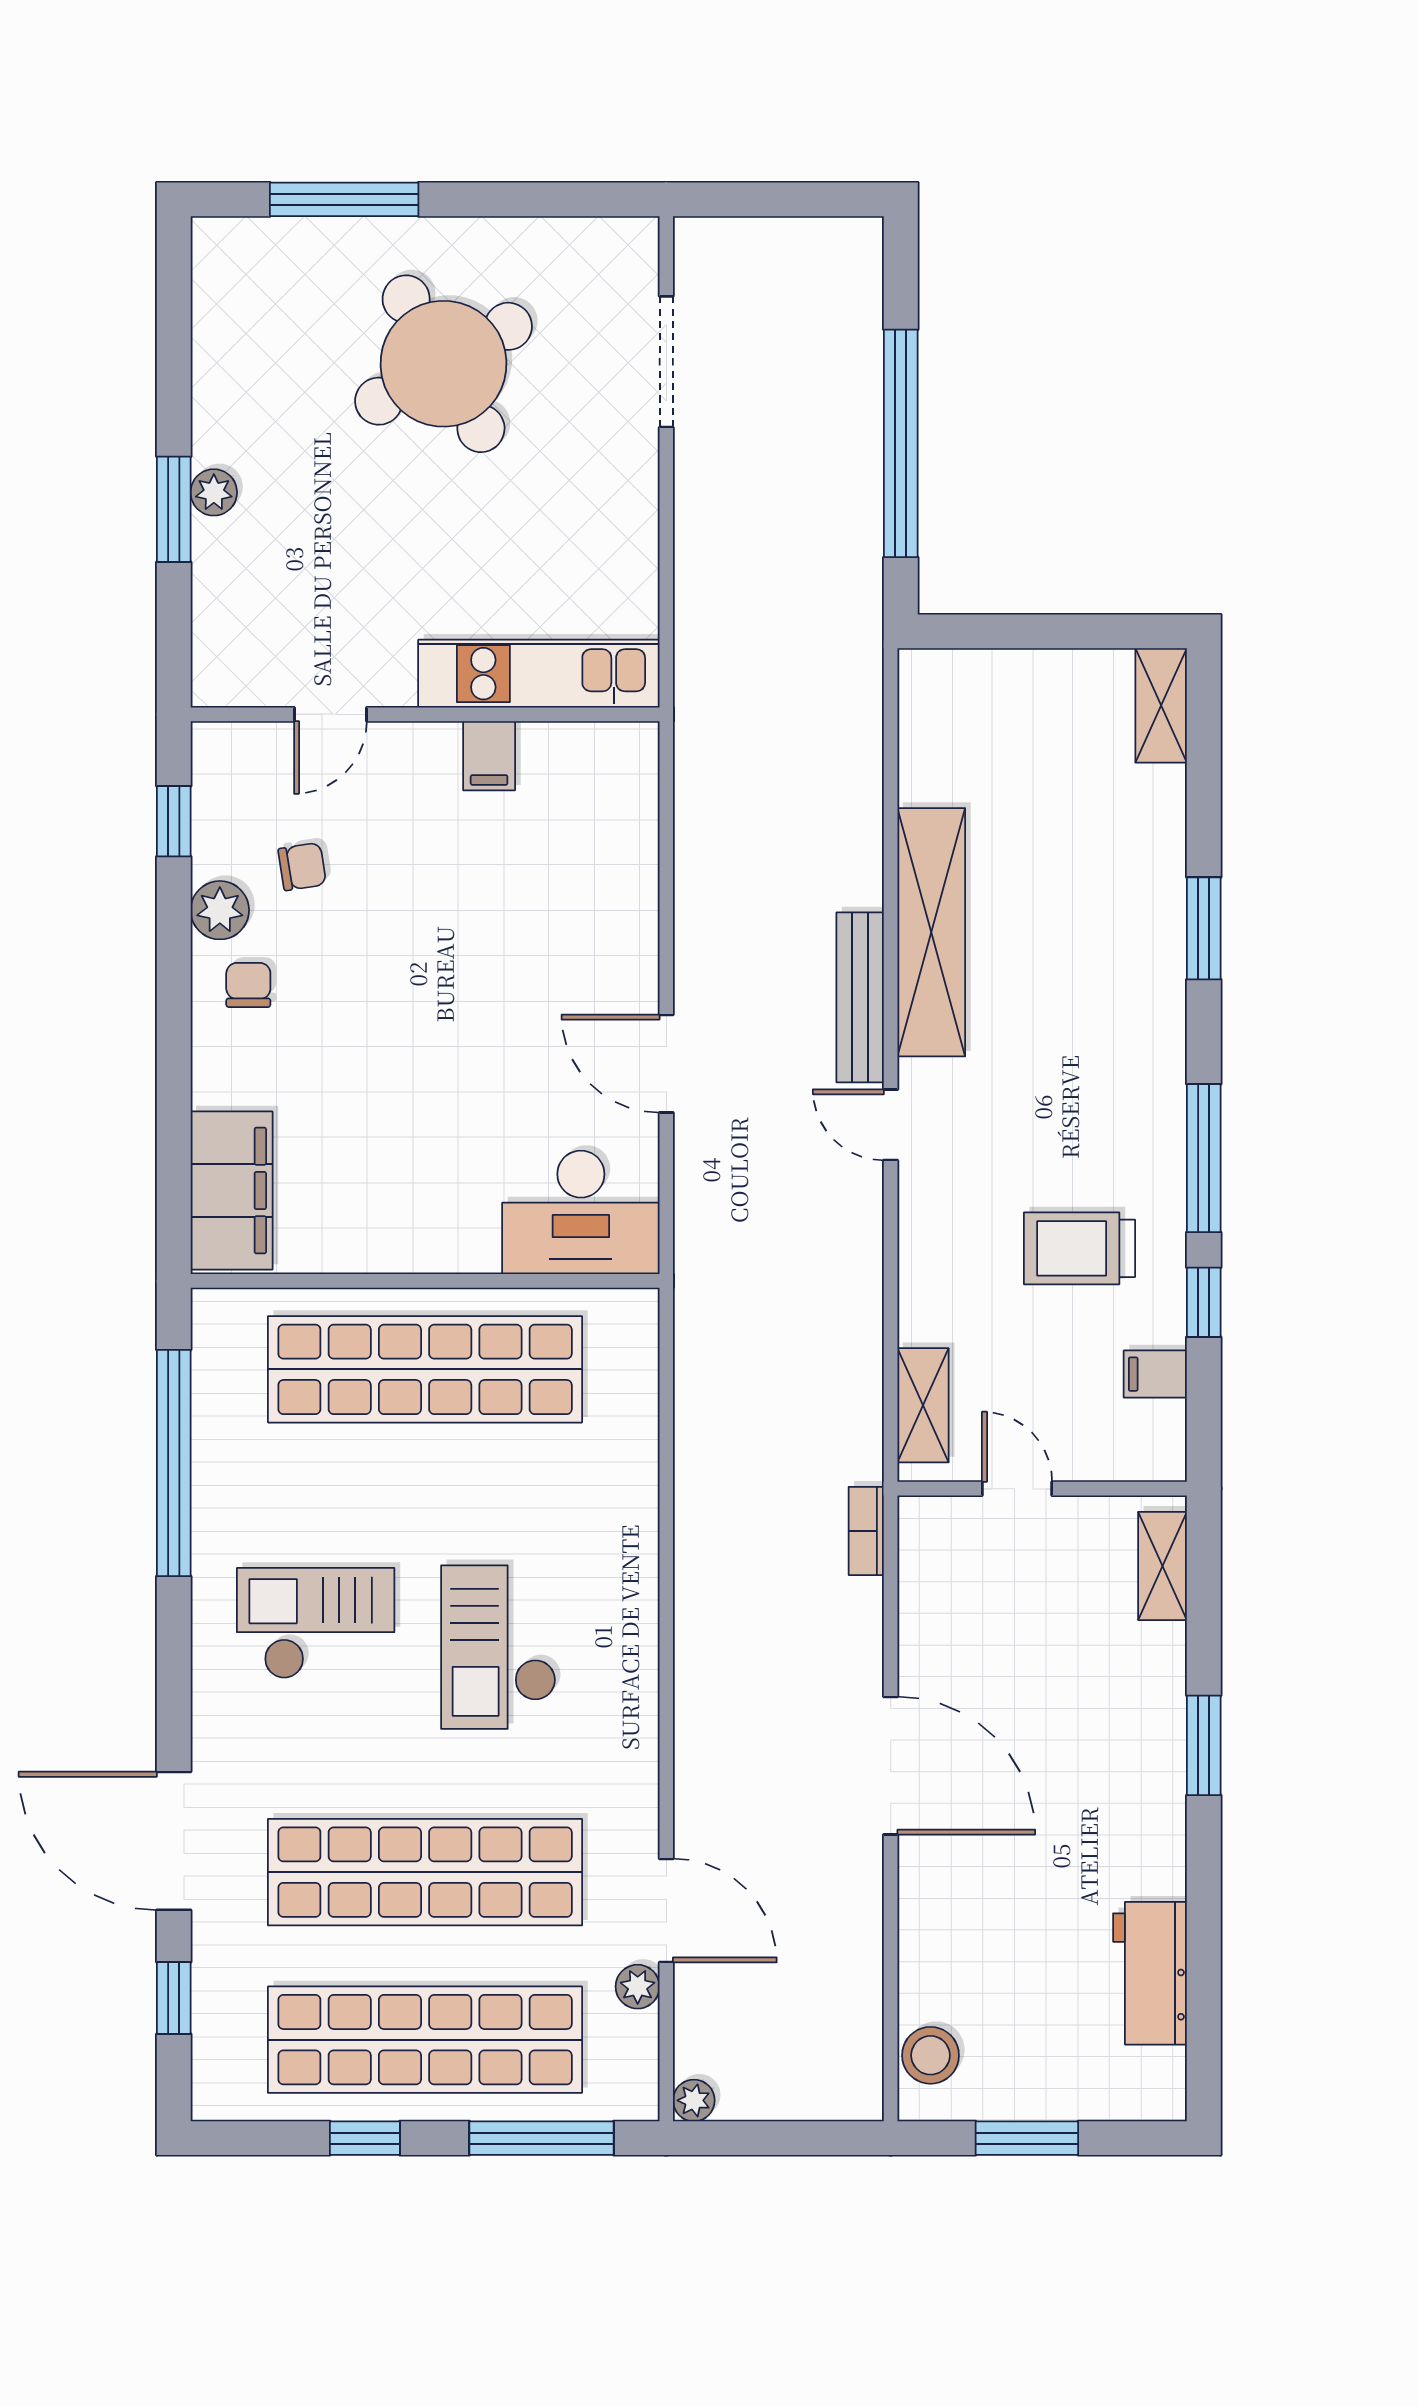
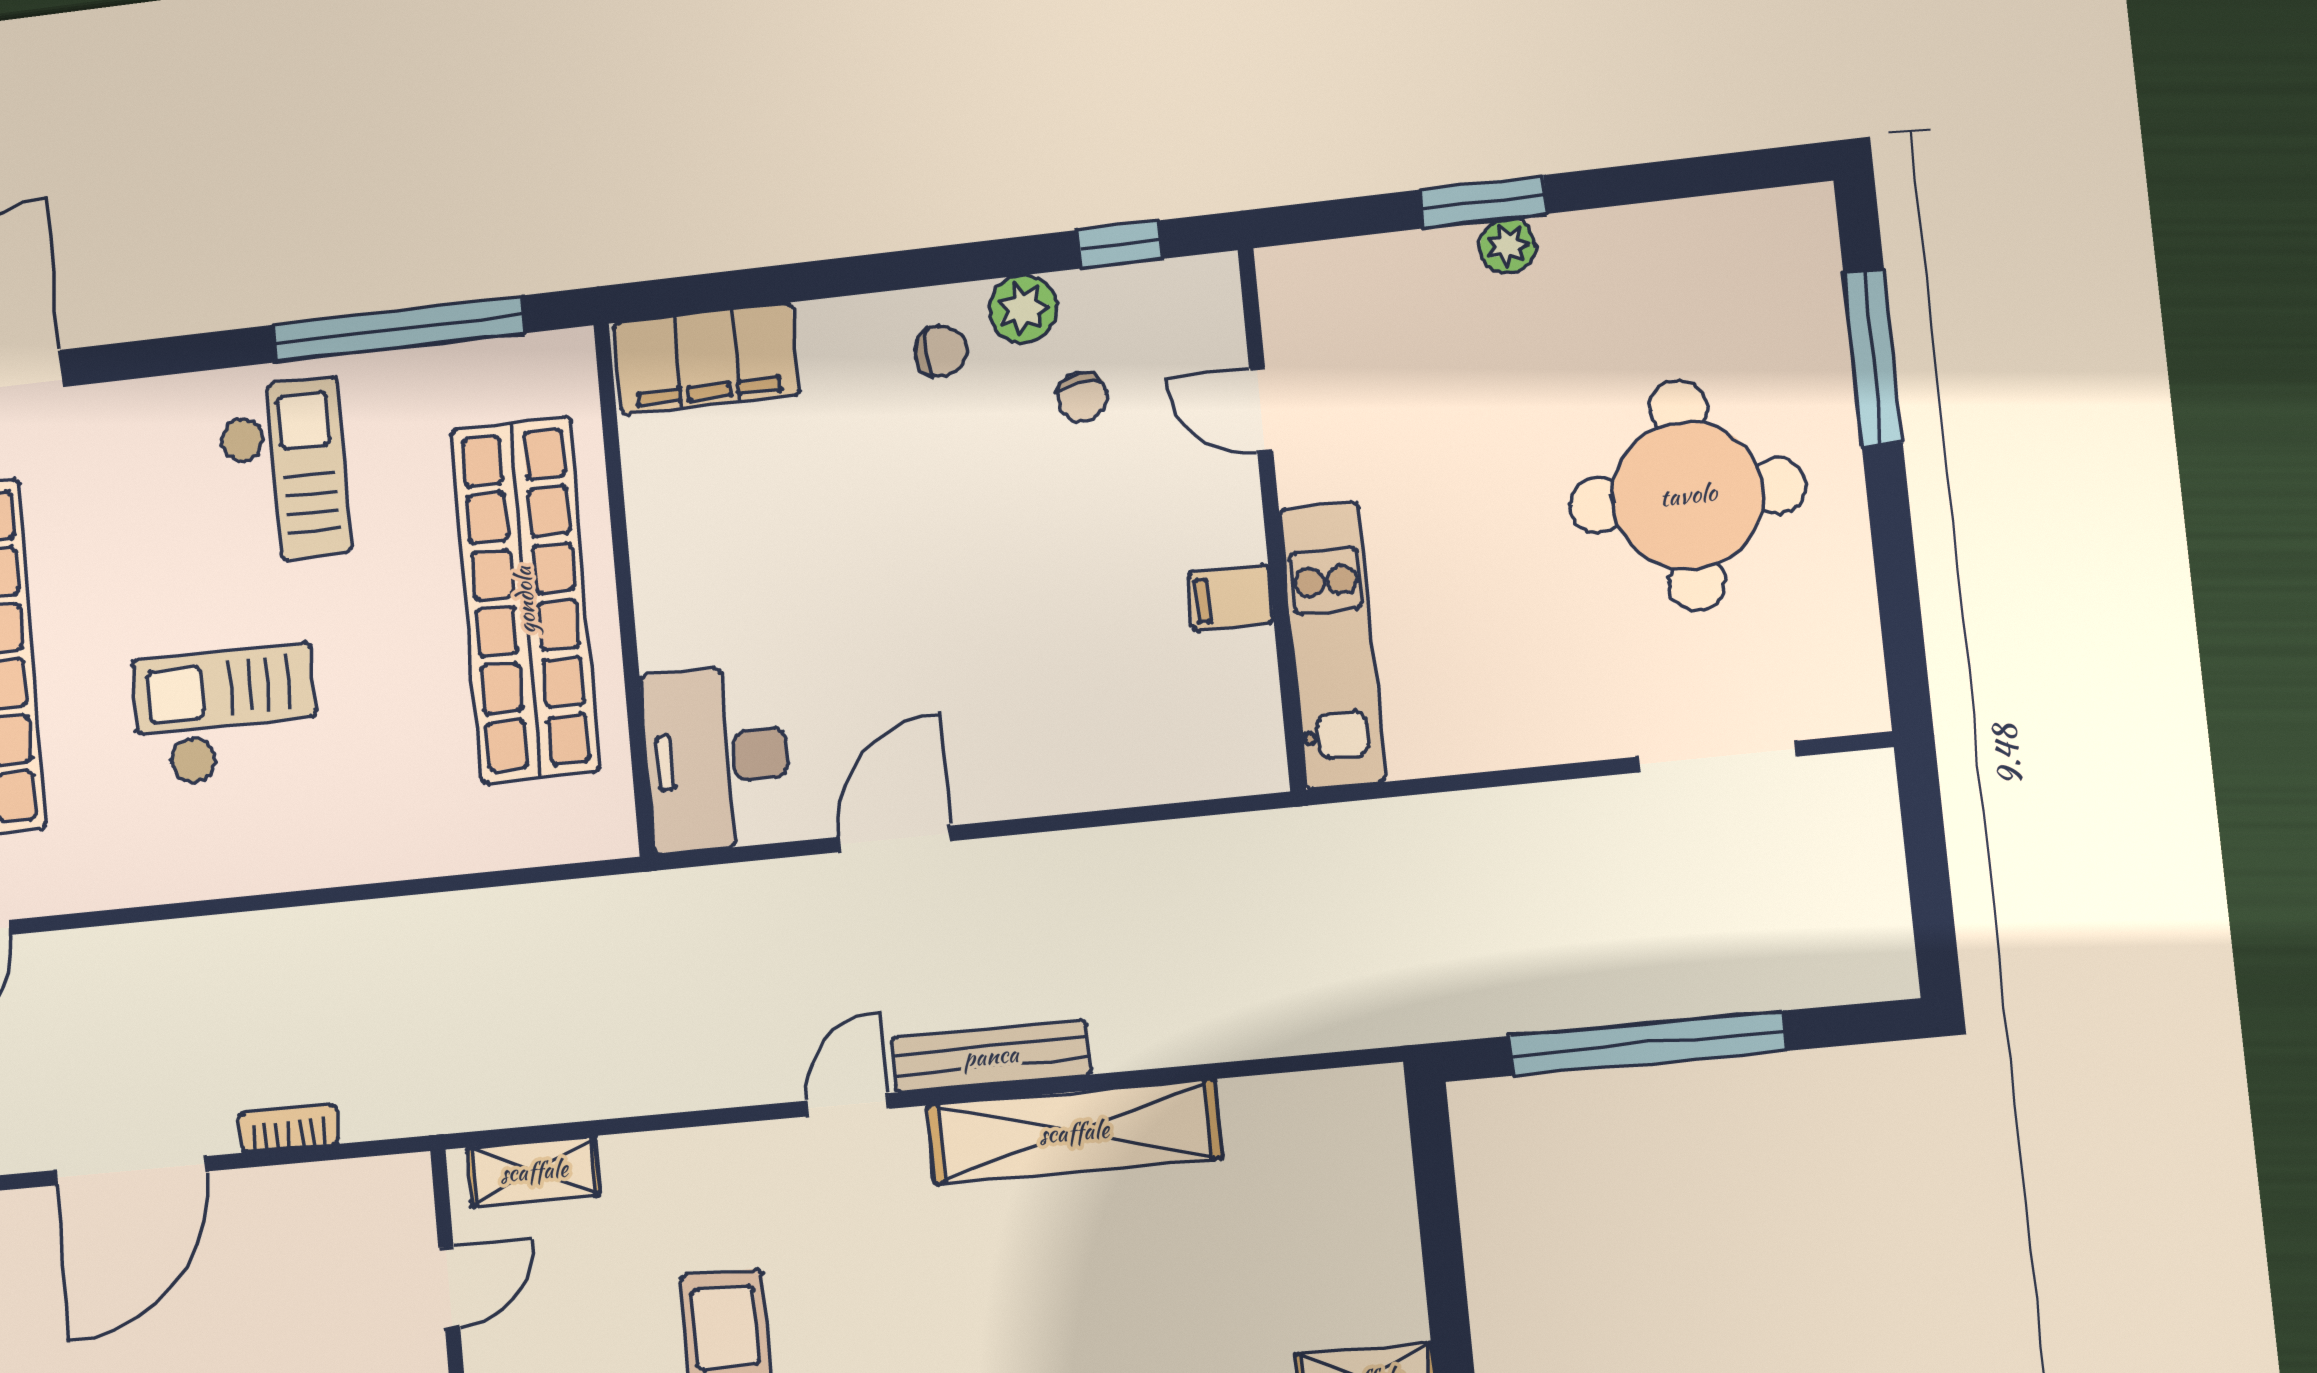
round table: (444, 364) -> (1688, 495), turned 30
bookcase: (866, 1531) -> (289, 1128), moved
checkout: (316, 1623) -> (284, 471), moved

